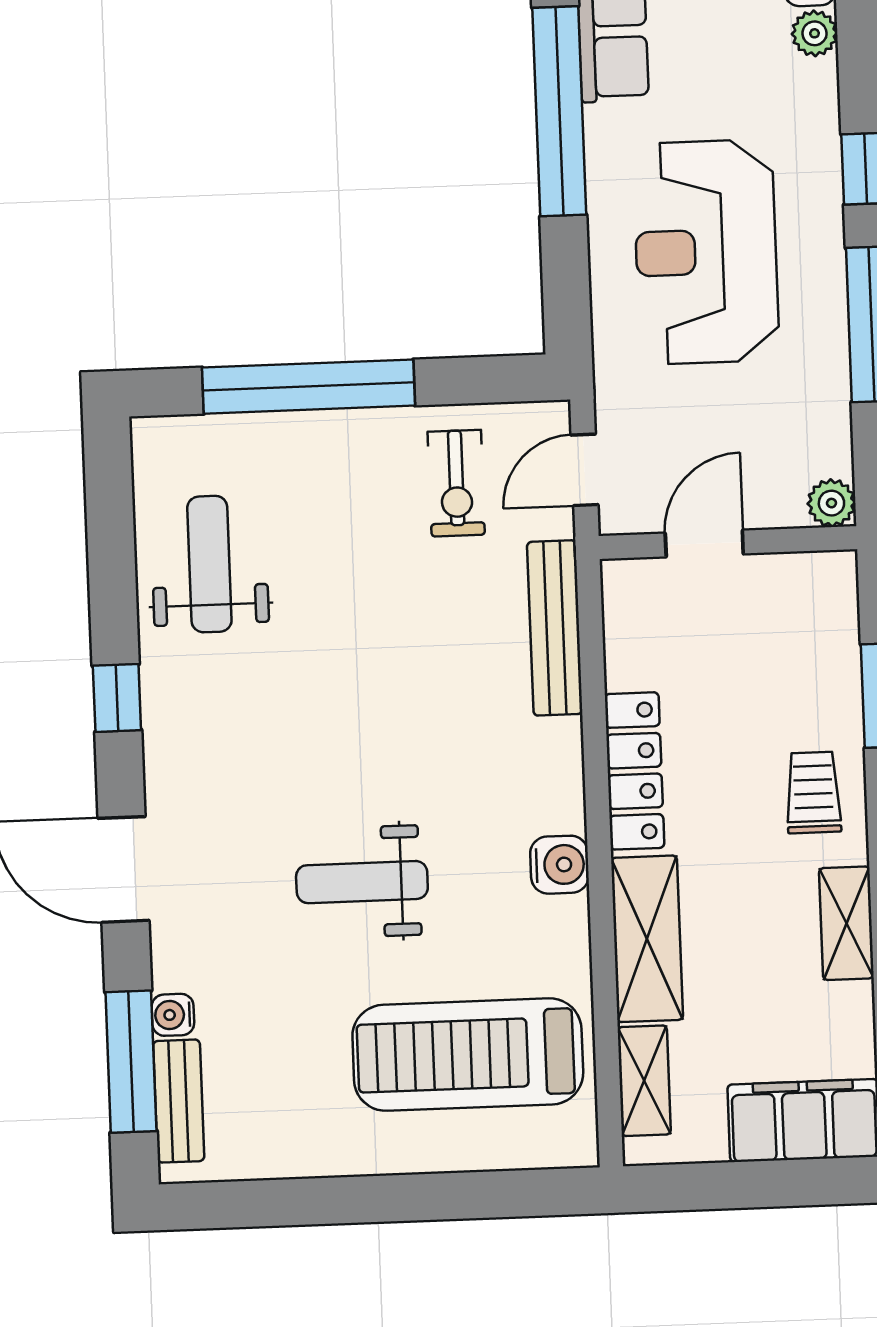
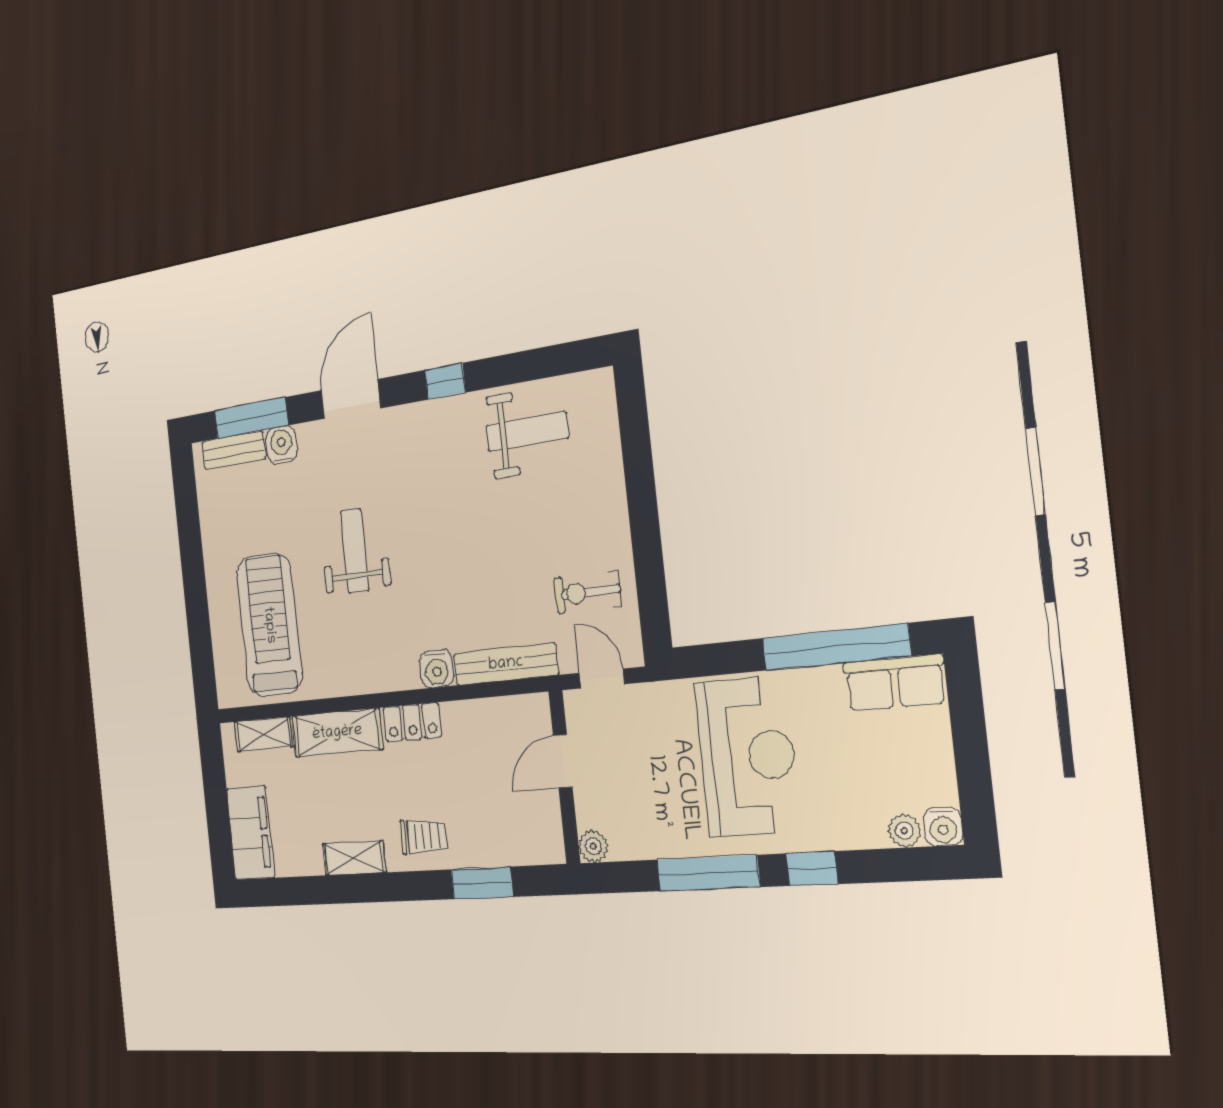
reception desk: (706, 252) -> (747, 756), turned 90
window: (308, 387) -> (640, 486), removed
door: (704, 544) -> (563, 761), swing flipped
locker: (634, 771) -> (412, 722), width x0.66
water cooler: (559, 865) -> (437, 669), moved
water cooler: (173, 1015) -> (281, 445), width x1.38, depth x1.38

